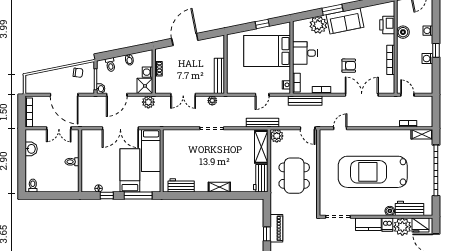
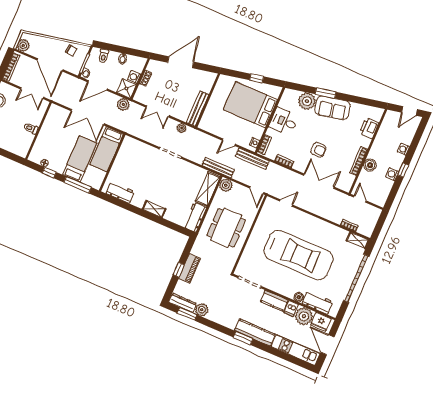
boiler: (403, 32) -> (370, 165), moved
plant: (31, 87) -> (23, 45), added
bench: (305, 101) -> (252, 159), moved
car: (373, 172) -> (299, 255), turned 180

